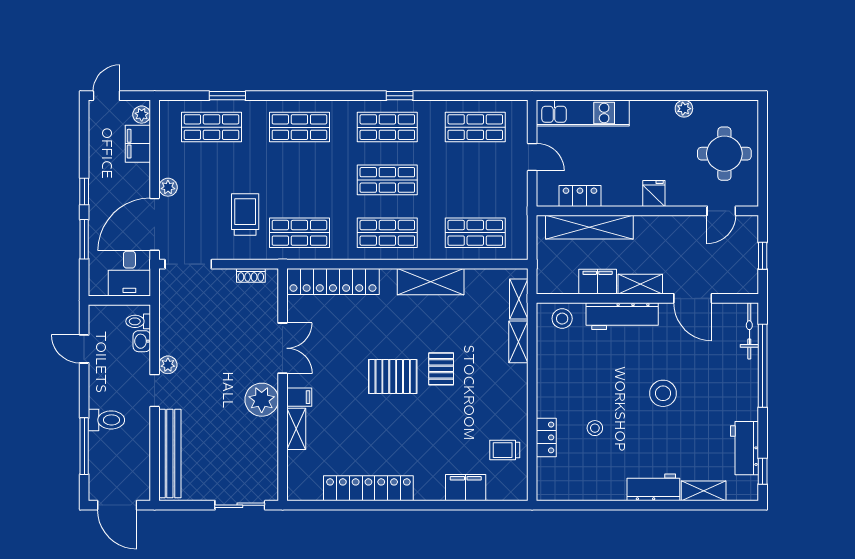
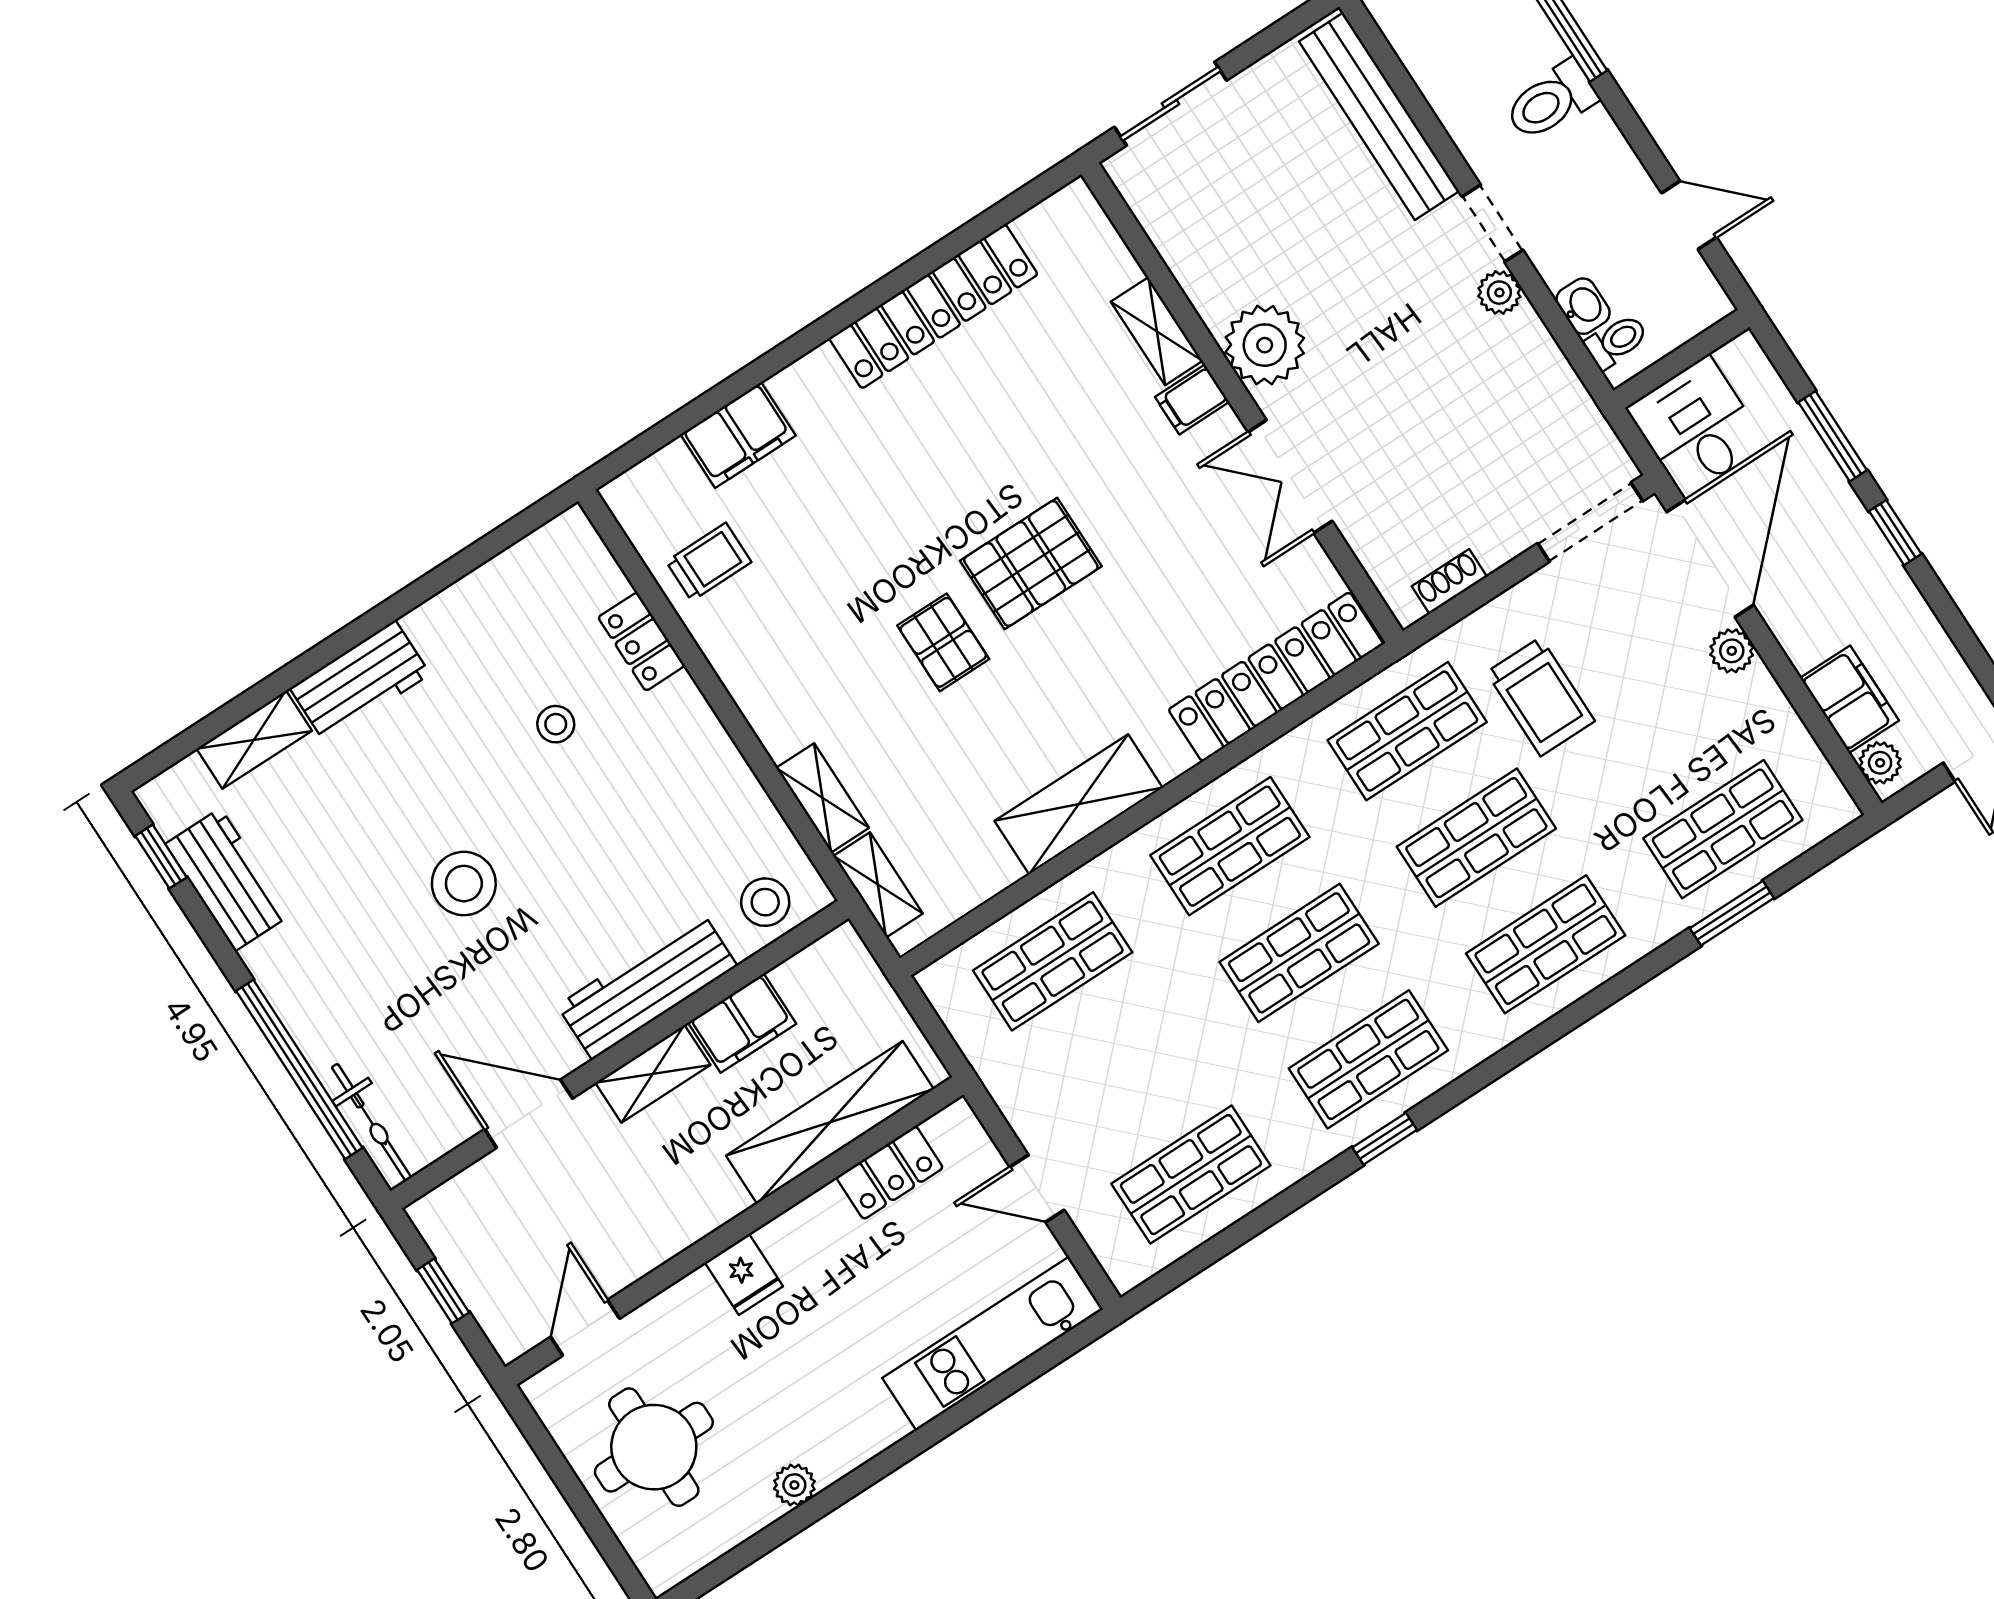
shop shelf: (299, 180) -> (1476, 838), added

